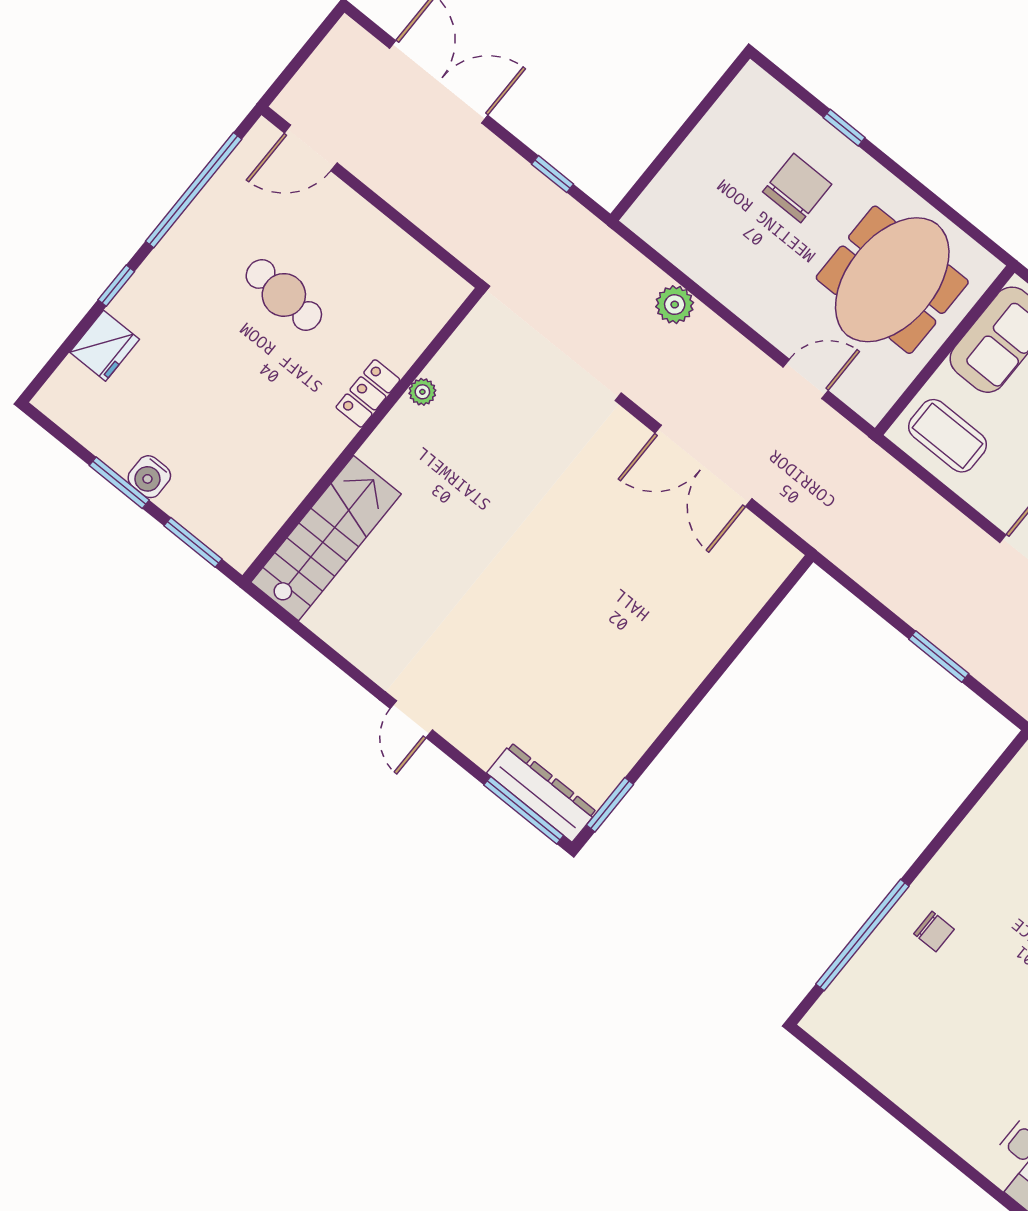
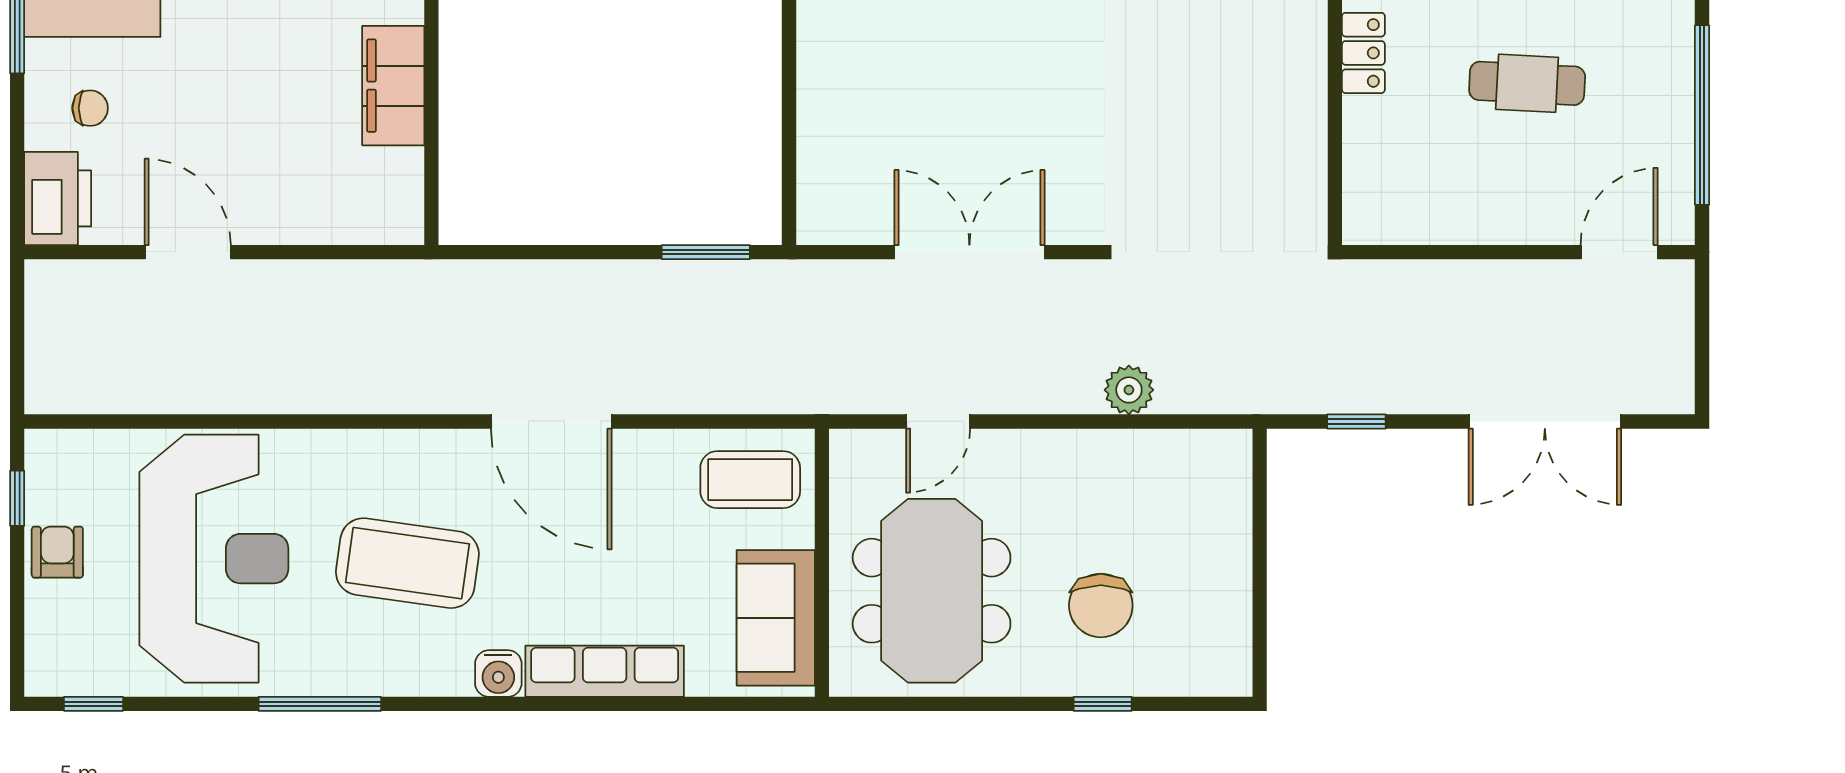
plant: (422, 392) -> (1310, 99), removed
window: (939, 656) -> (706, 252), moved
filing cabinet: (970, 849) -> (393, 86), added

